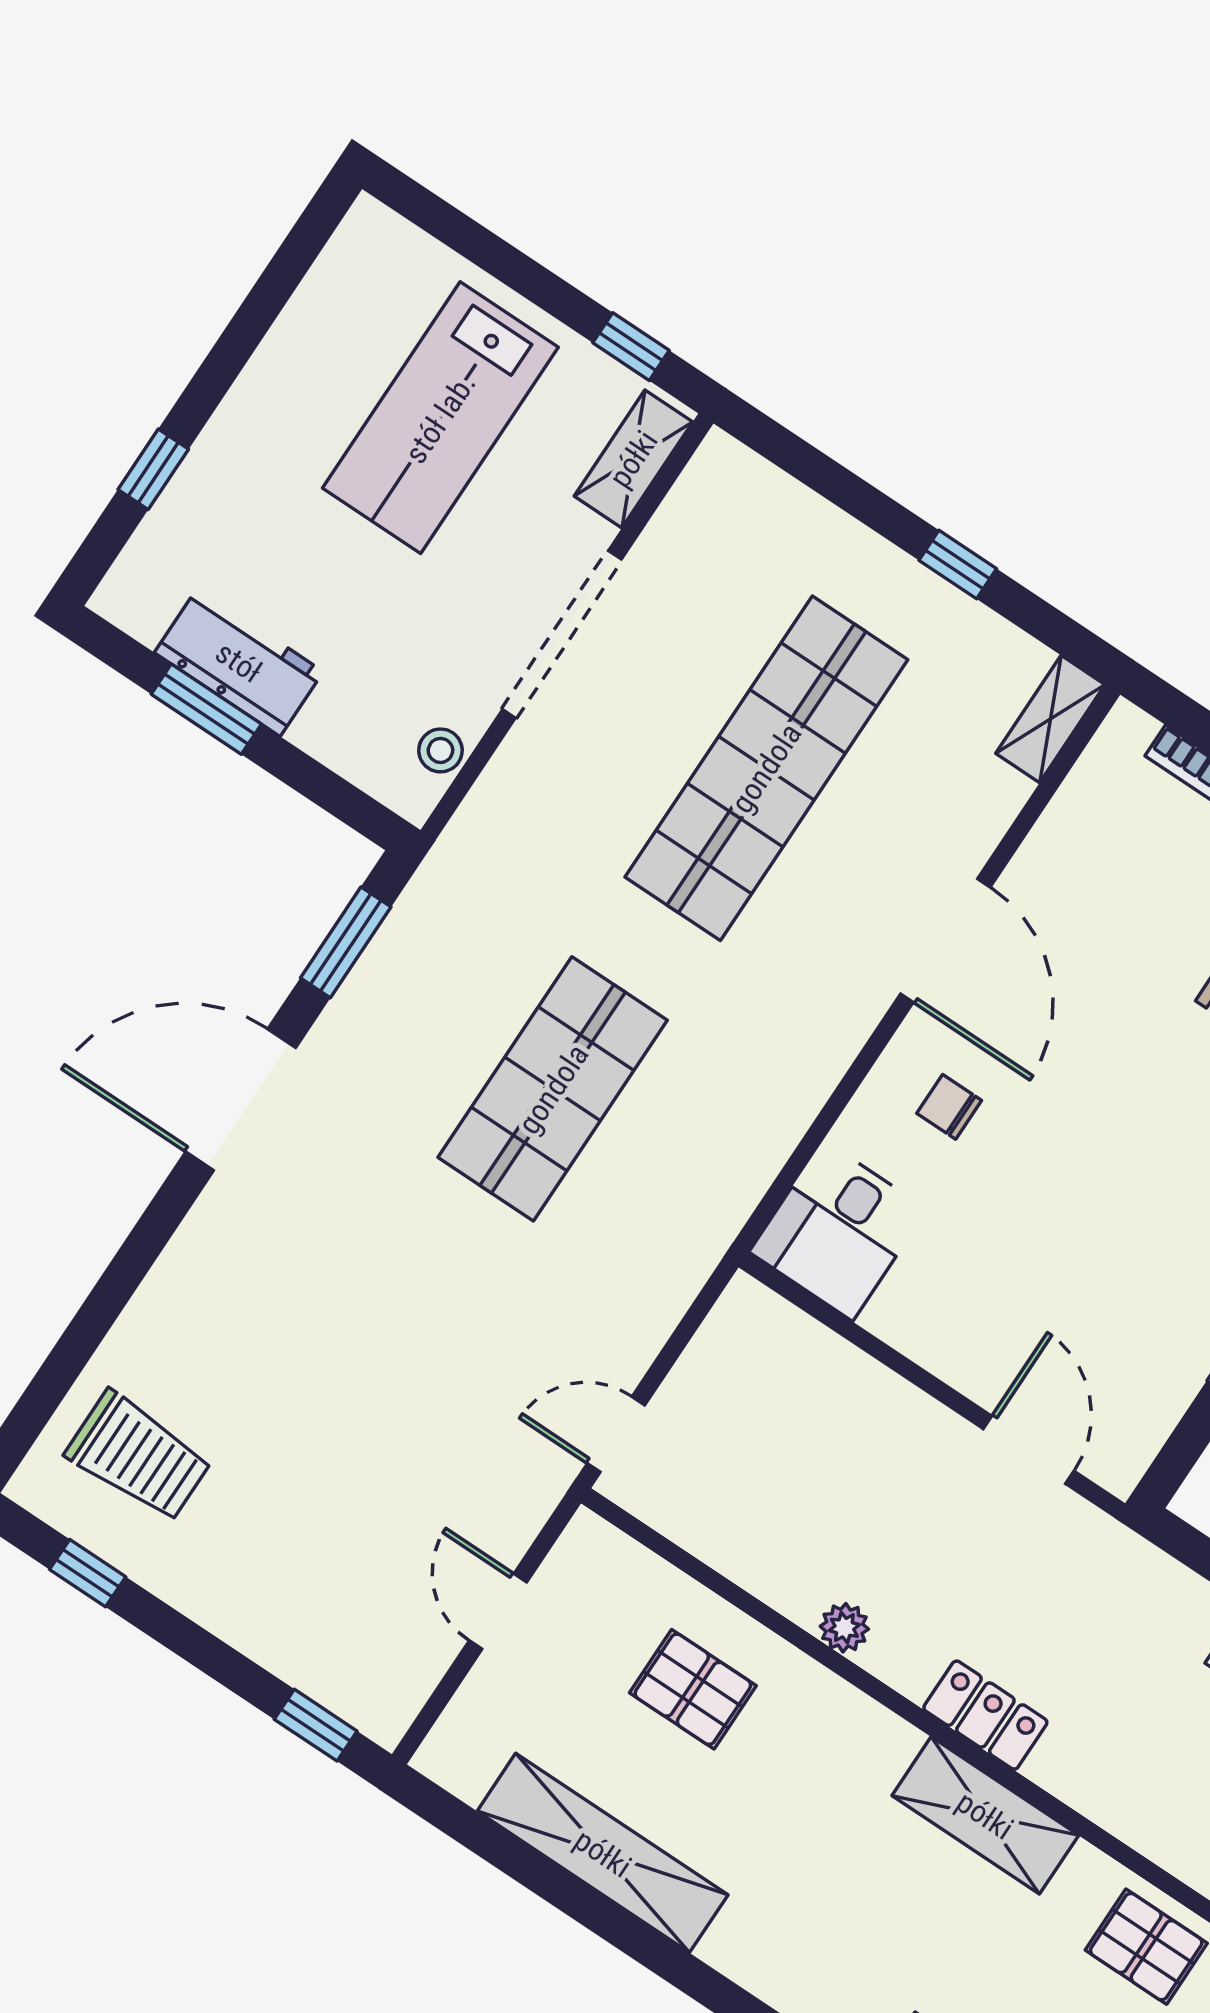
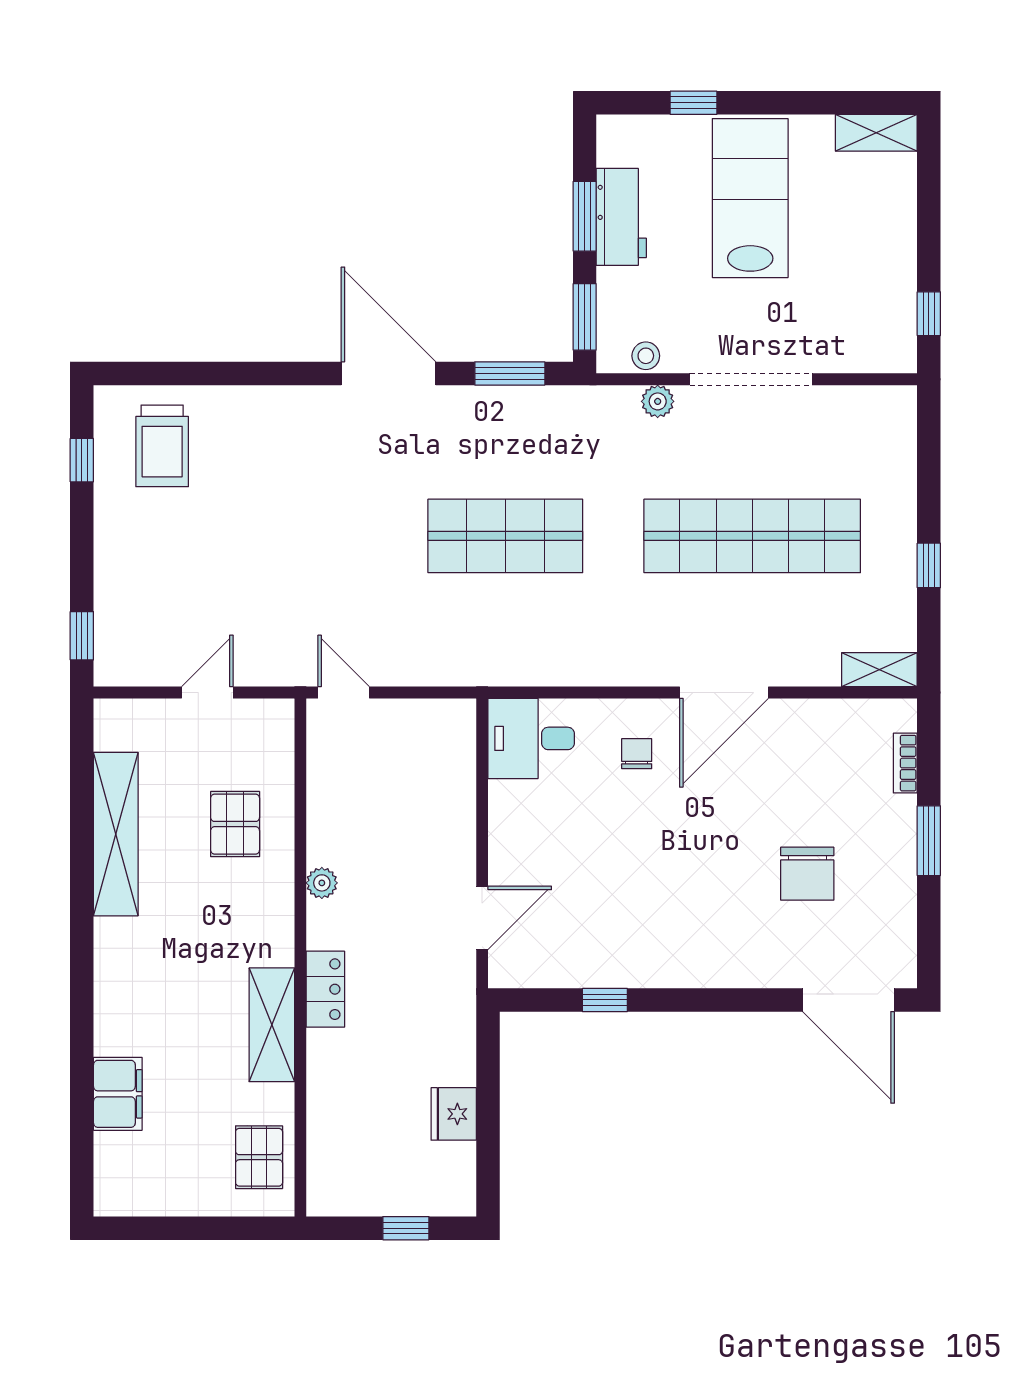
lab bench: (440, 418) -> (750, 198), moved, turned 90
shelving: (633, 459) -> (876, 133), moved
plant: (510, 775) -> (658, 401), added
window: (337, 796) -> (585, 317), added

